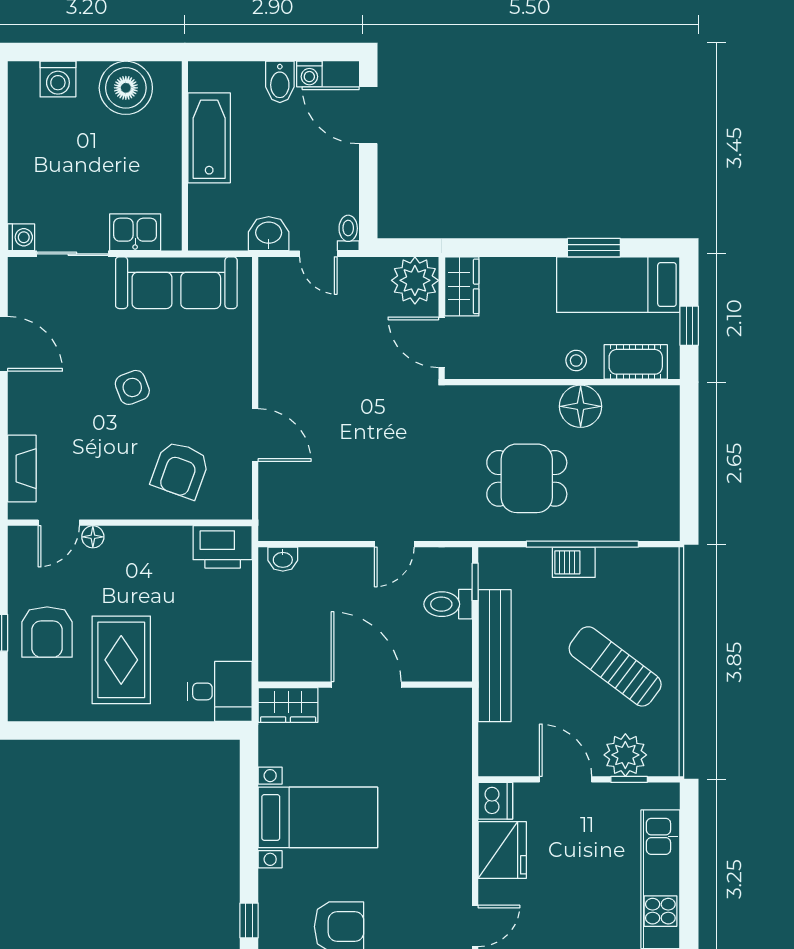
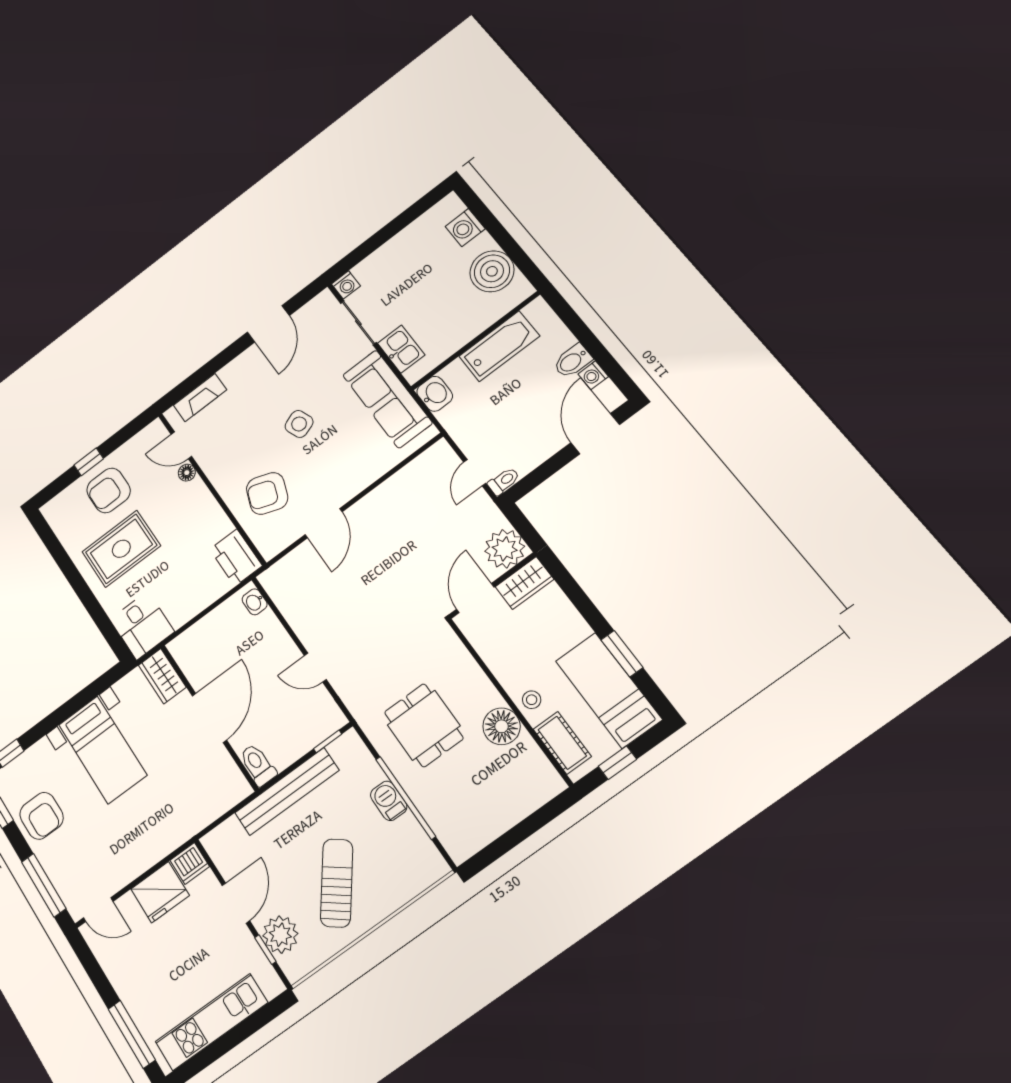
washbasin: (269, 234) -> (435, 394), moved
toilet: (448, 604) -> (258, 765), moved

